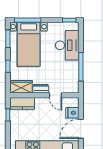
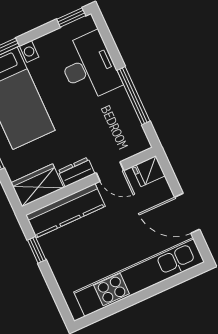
kitchen counter: (22, 103) -> (66, 211), width x1.50
fridge: (72, 113) -> (148, 171), moved
door: (81, 129) -> (187, 213), hinge flipped

